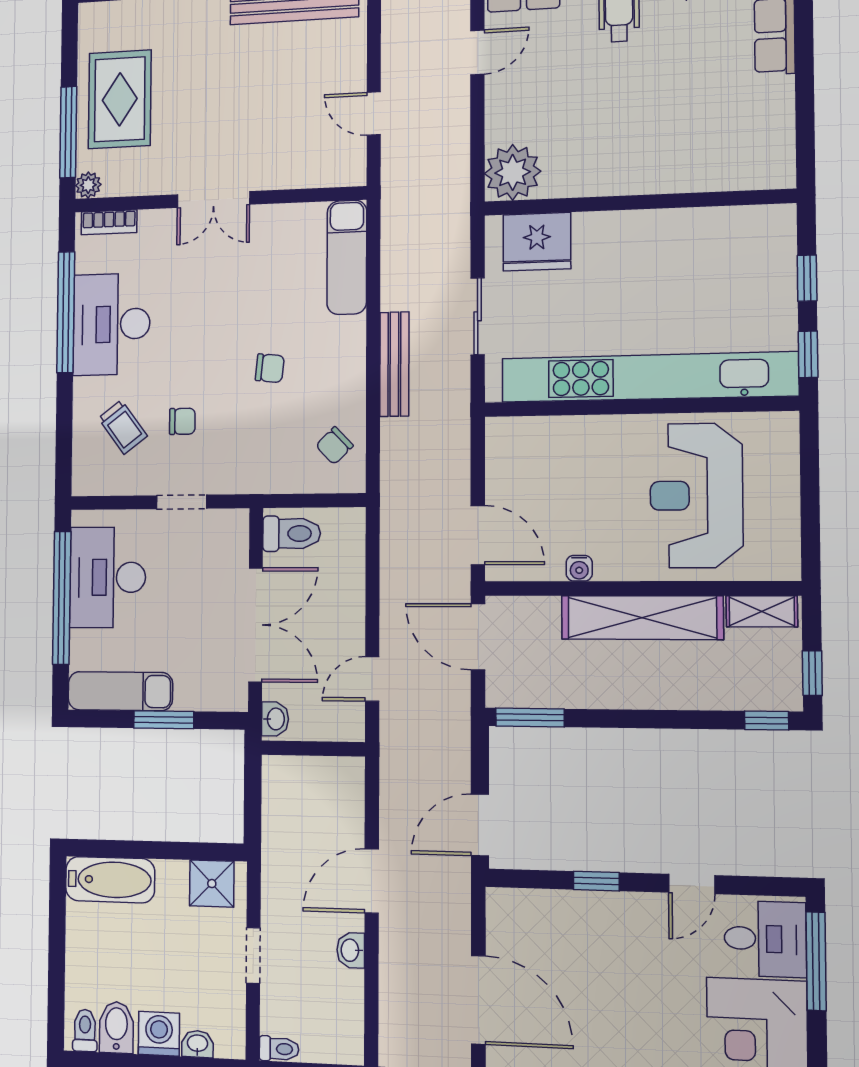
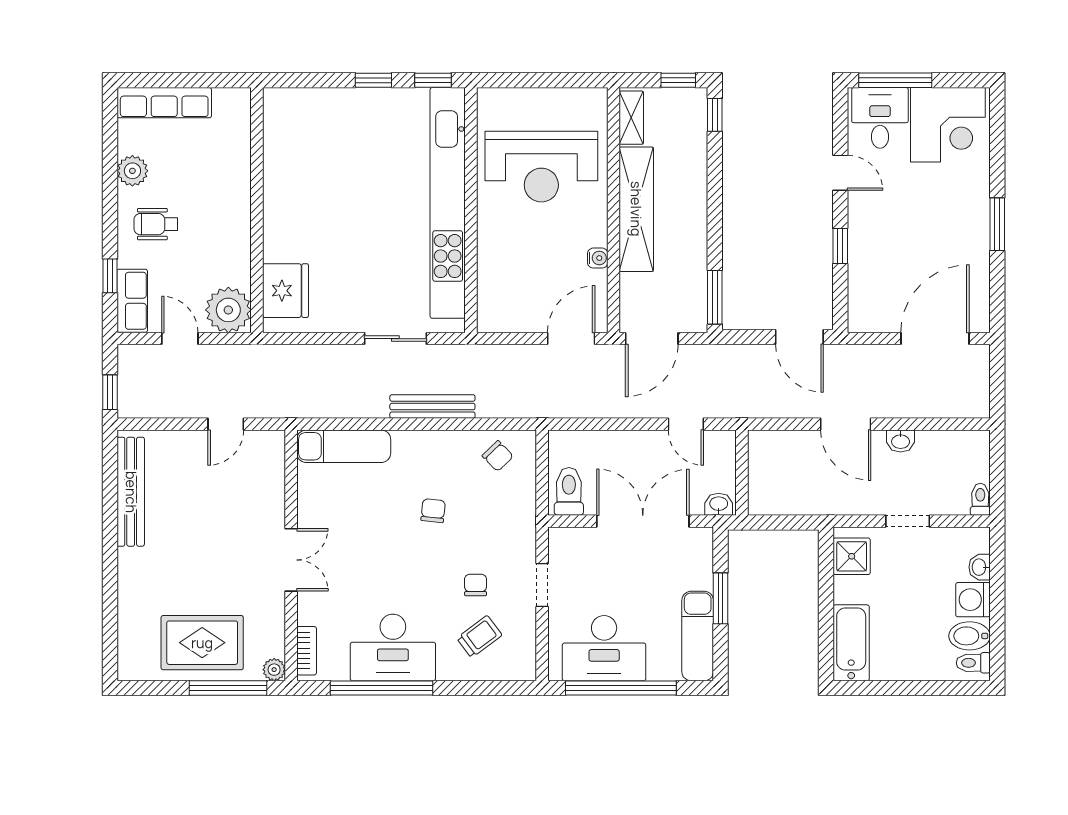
plant: (513, 172) -> (228, 310), moved
wall: (638, 202) -> (257, 210), moved
fridge: (537, 242) -> (285, 291), moved

